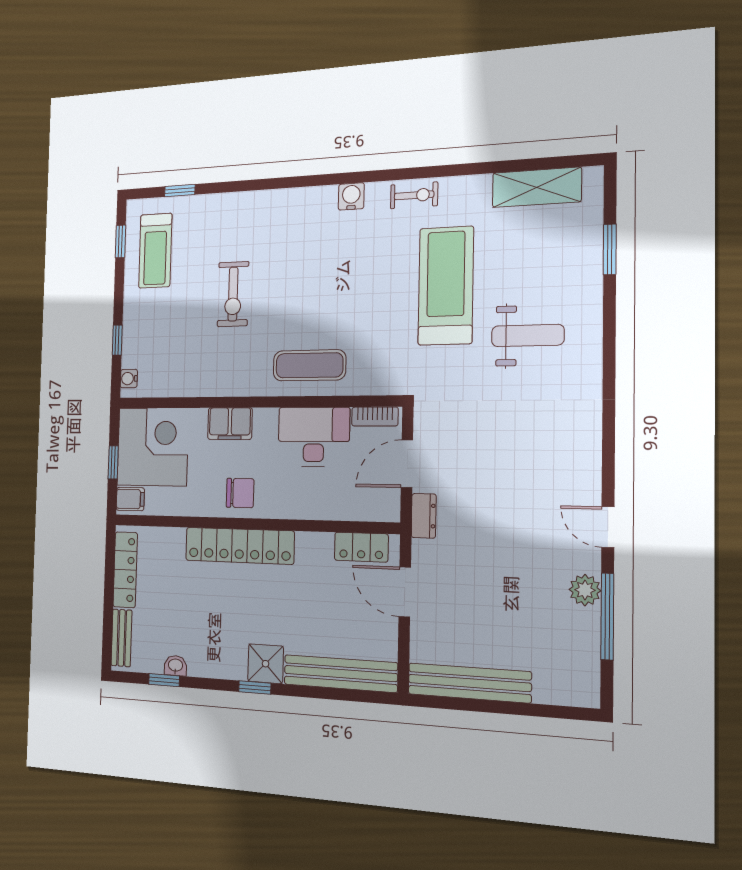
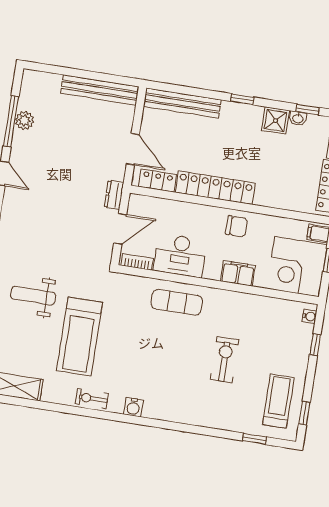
chair: (240, 493) -> (236, 226), turned 180
locker: (239, 546) -> (215, 188), moved
plant: (585, 590) -> (25, 120), moved
shower: (266, 664) -> (276, 121), moved

